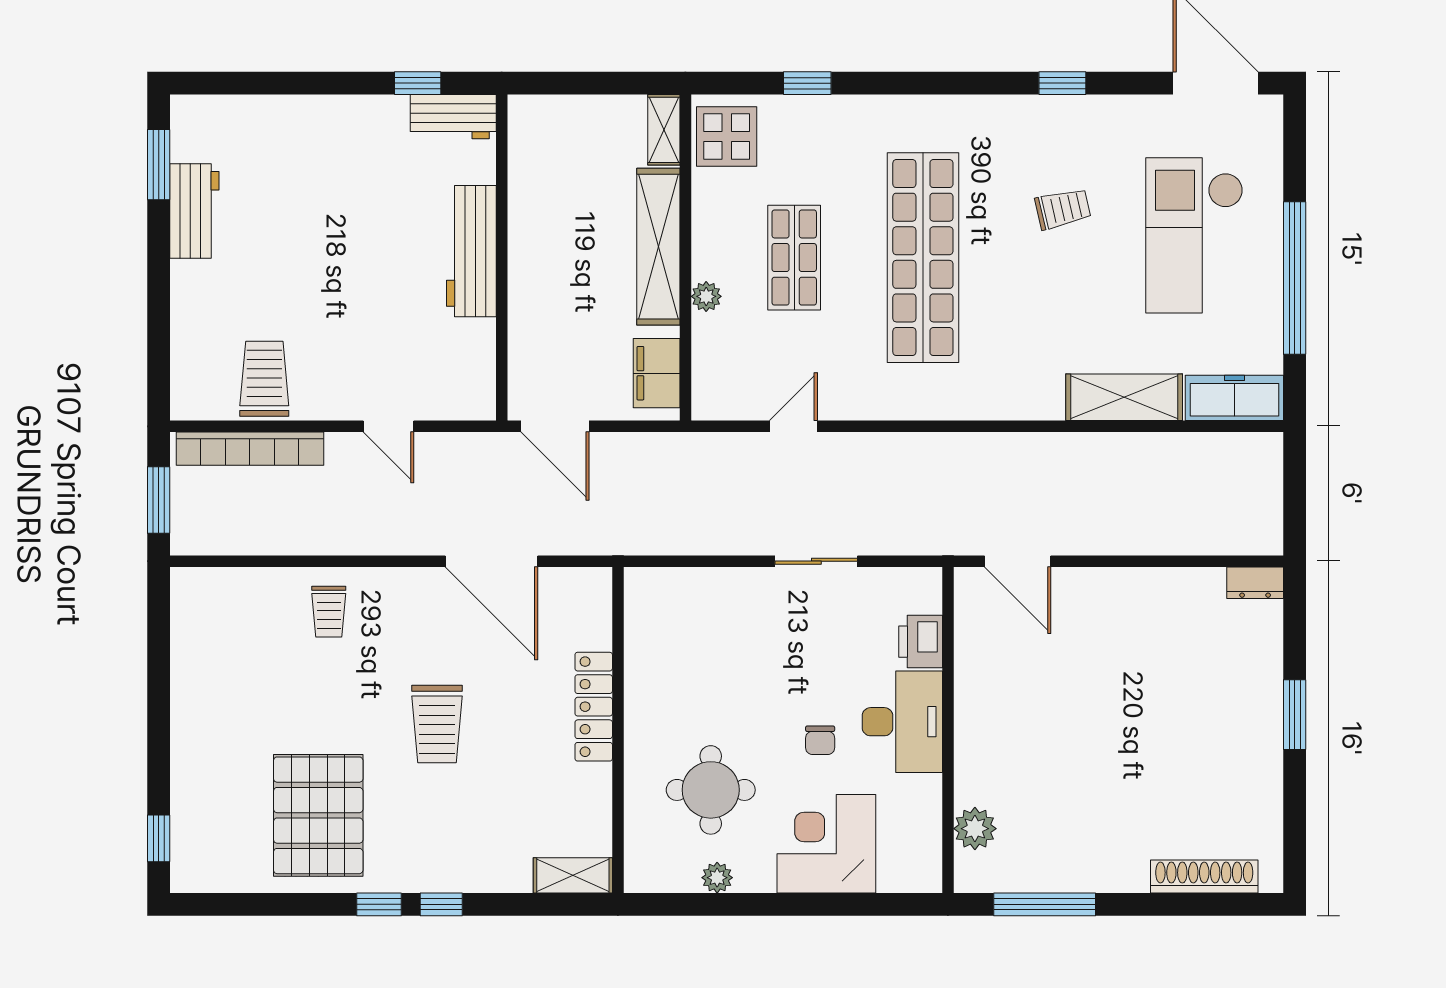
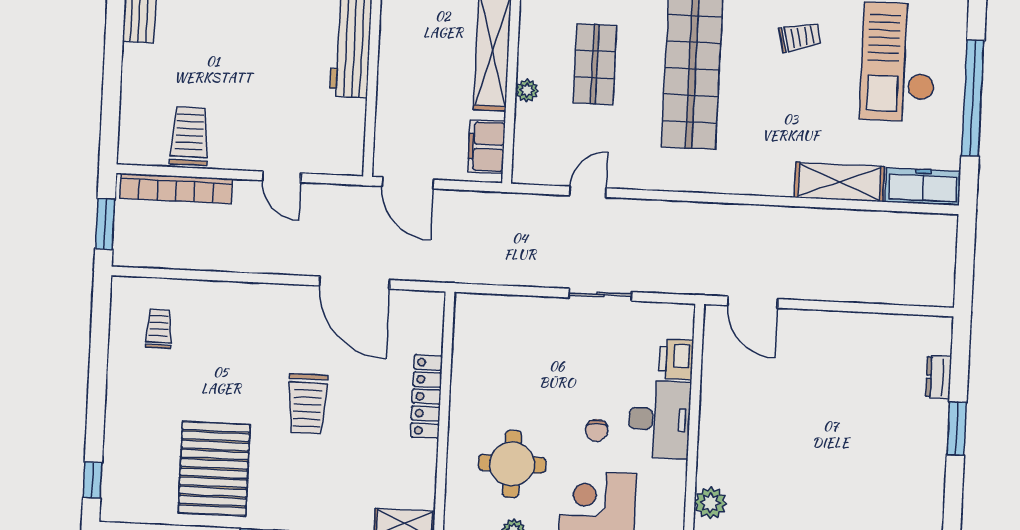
dresser: (1255, 583) -> (939, 377), moved, turned 90
trolley: (329, 612) -> (159, 329), moved, turned 180

